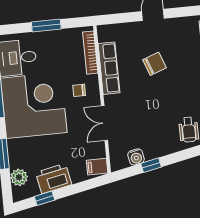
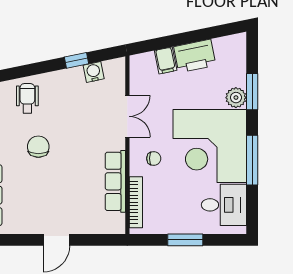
chair: (154, 64) -> (38, 147), moved, turned 110
filing cabinet: (97, 167) -> (166, 60), moved, turned 78
plant: (19, 177) -> (236, 98), moved
window: (44, 198) -> (208, 34), removed

